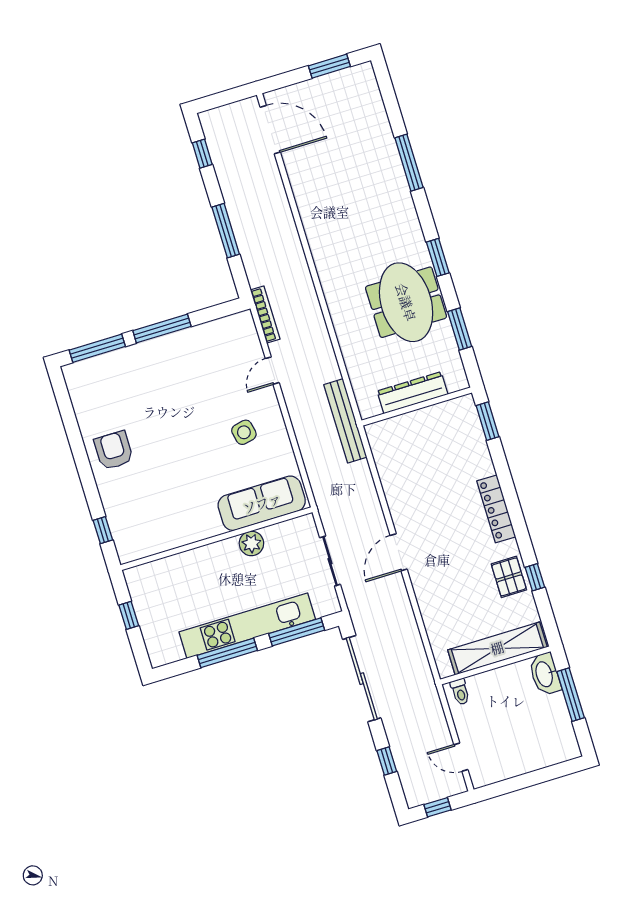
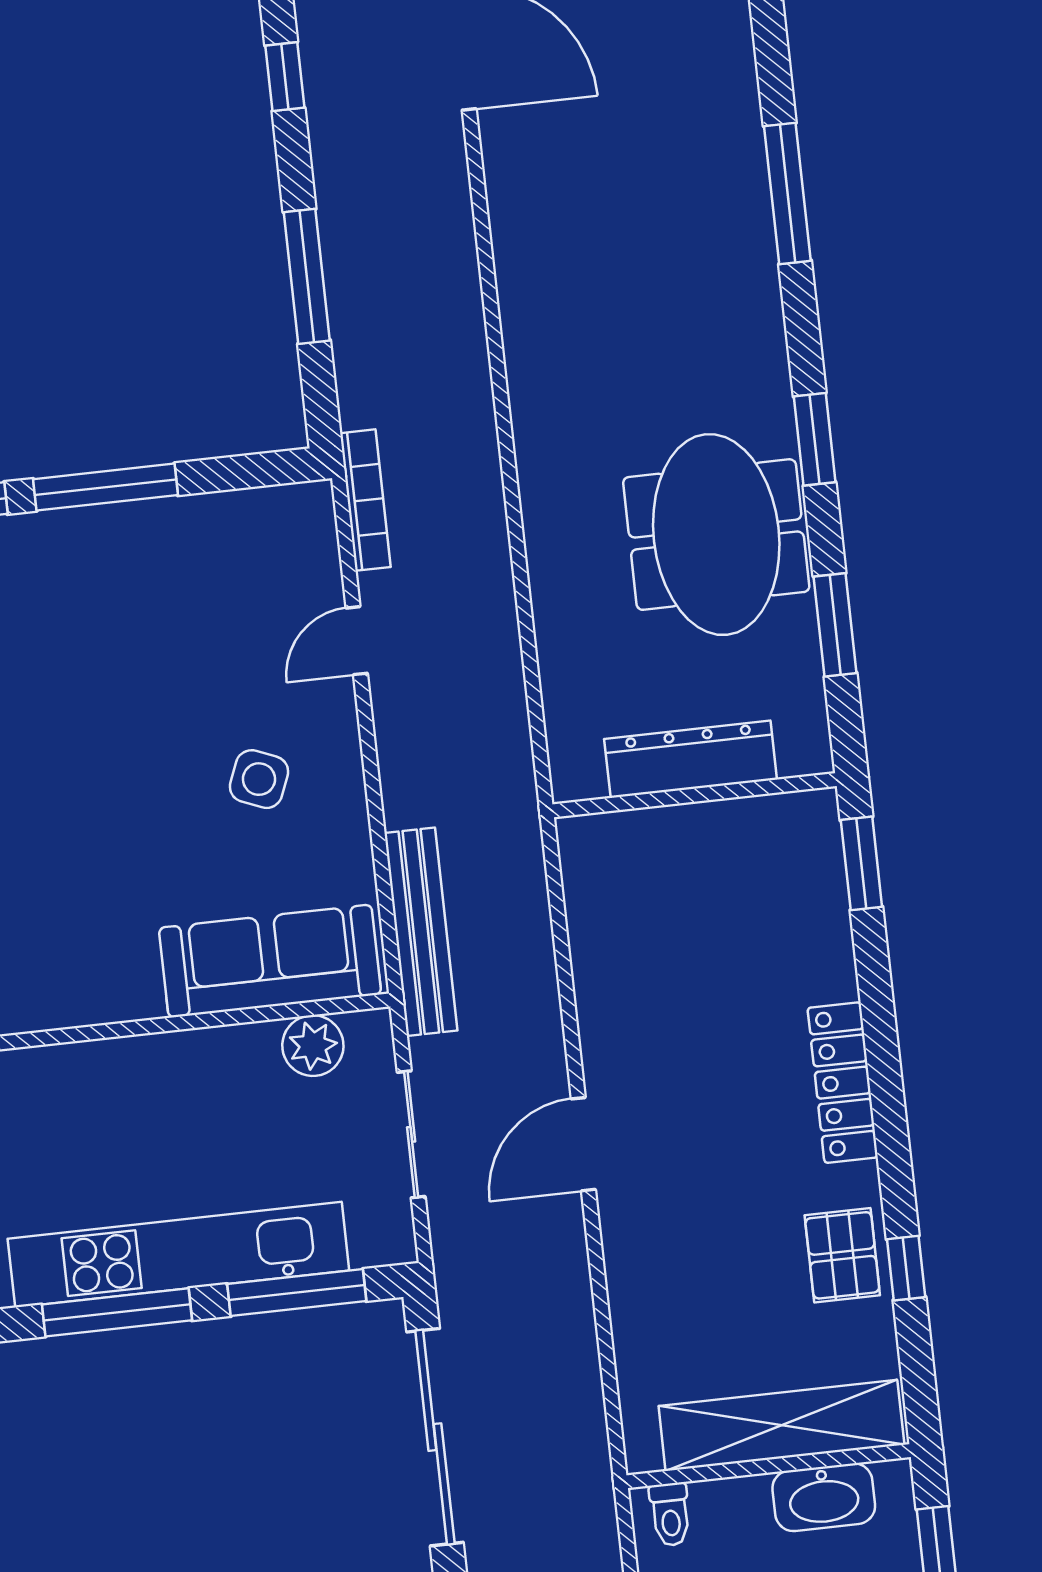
bench: (345, 421) -> (421, 932), moved
side table: (244, 432) -> (259, 779), turned 34
plant: (251, 543) -> (313, 1046), moved
washbasin: (545, 674) -> (824, 1497), moved, turned -90

